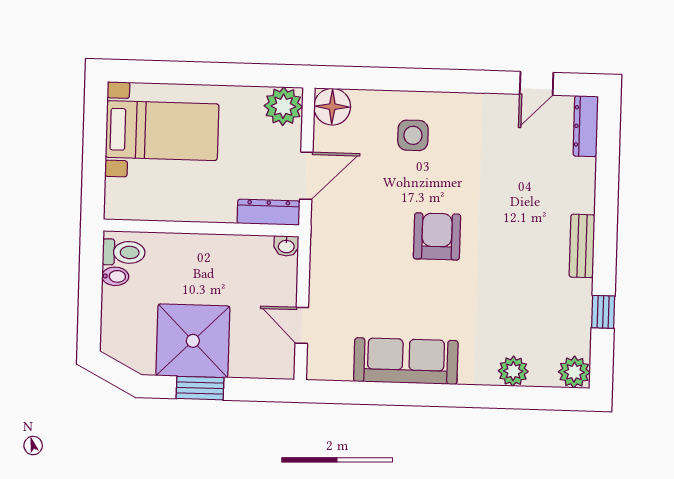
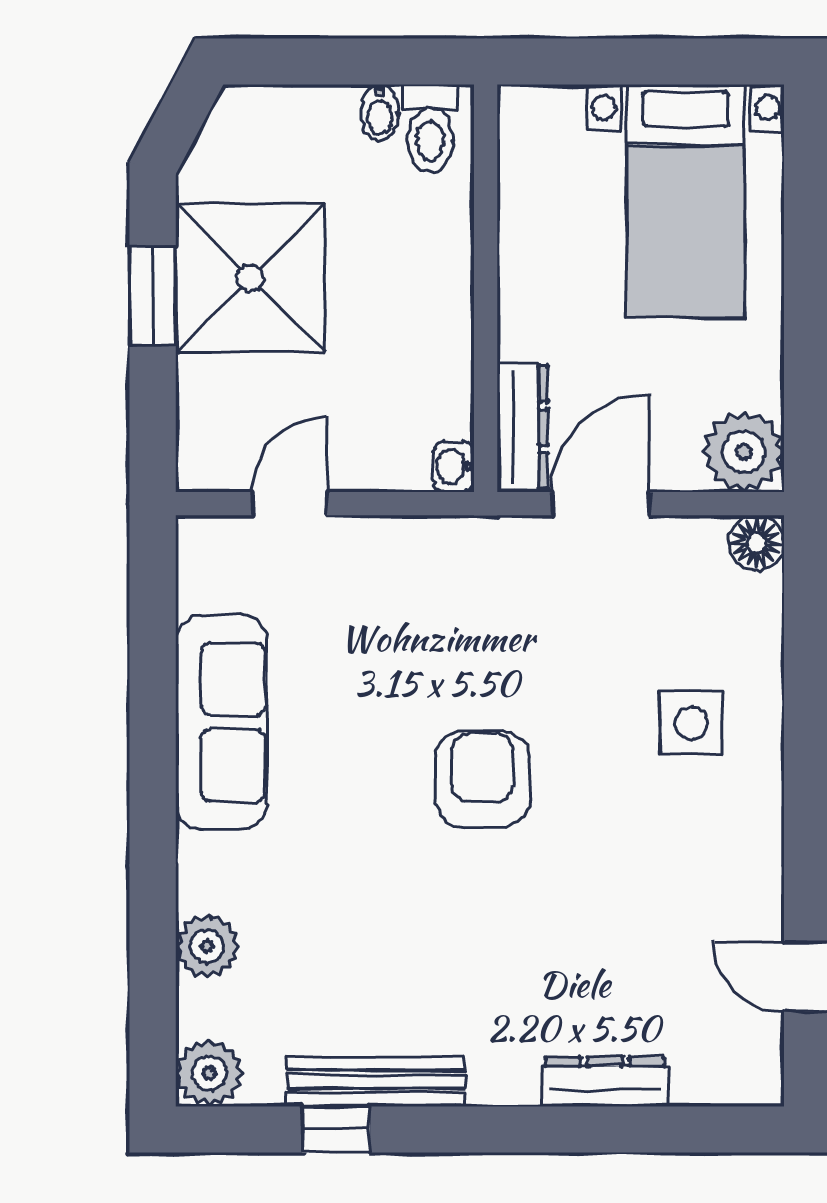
floor lamp: (332, 107) -> (756, 543), width x0.73, depth x0.73
dresser: (586, 126) -> (605, 1082), moved
door: (306, 176) -> (601, 504), swing flipped
armchair: (437, 236) -> (483, 779), turned -90
bench: (582, 246) -> (376, 1081), moved, width x1.36

